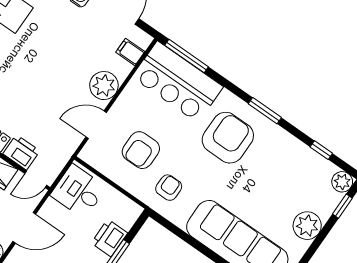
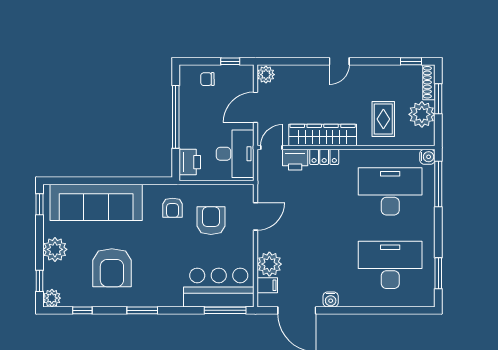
plant: (104, 86) -> (269, 264), moved
armchair: (228, 138) -> (112, 268), moved
desk: (78, 191) -> (235, 154), width x1.37
printer: (109, 238) -> (190, 162), moved

